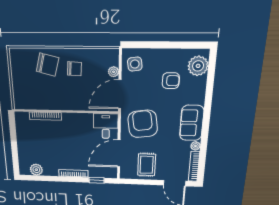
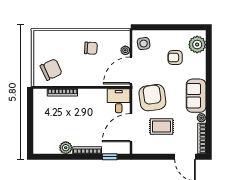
chair: (48, 65) -> (51, 70), moved, turned -39
armchair: (171, 81) -> (175, 58), turned 180
rug: (147, 165) -> (162, 127), moved, turned 90
plant: (36, 170) -> (66, 148), moved

